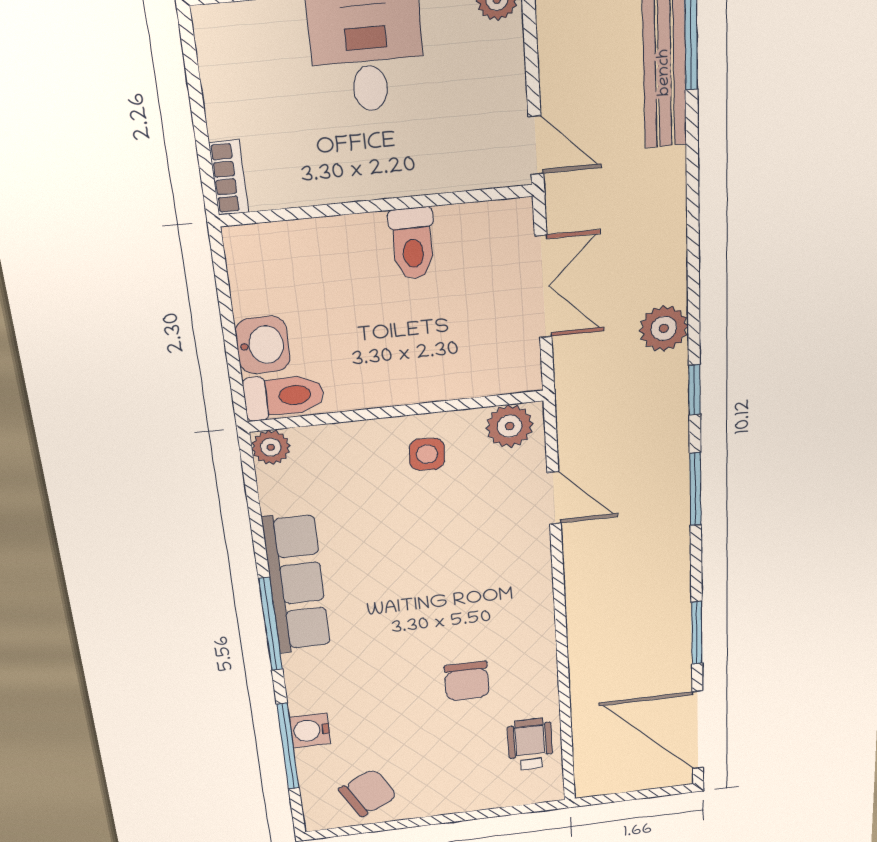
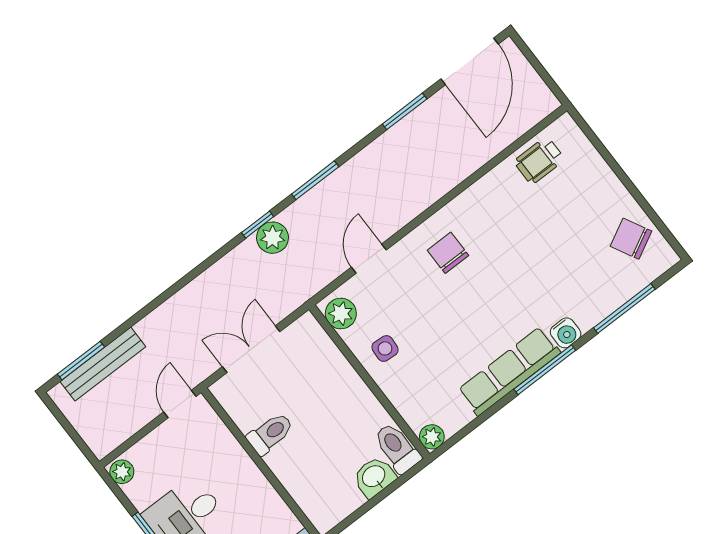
plant: (664, 328) -> (273, 238), moved
chair: (467, 681) -> (448, 253), moved, turned -90
water cooler: (310, 730) -> (566, 333), moved

